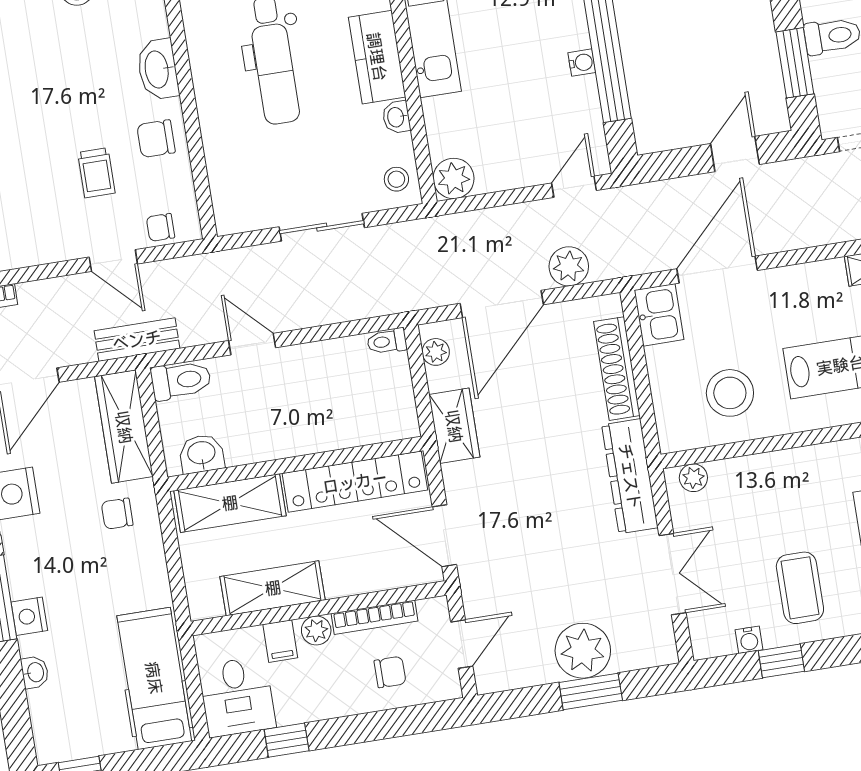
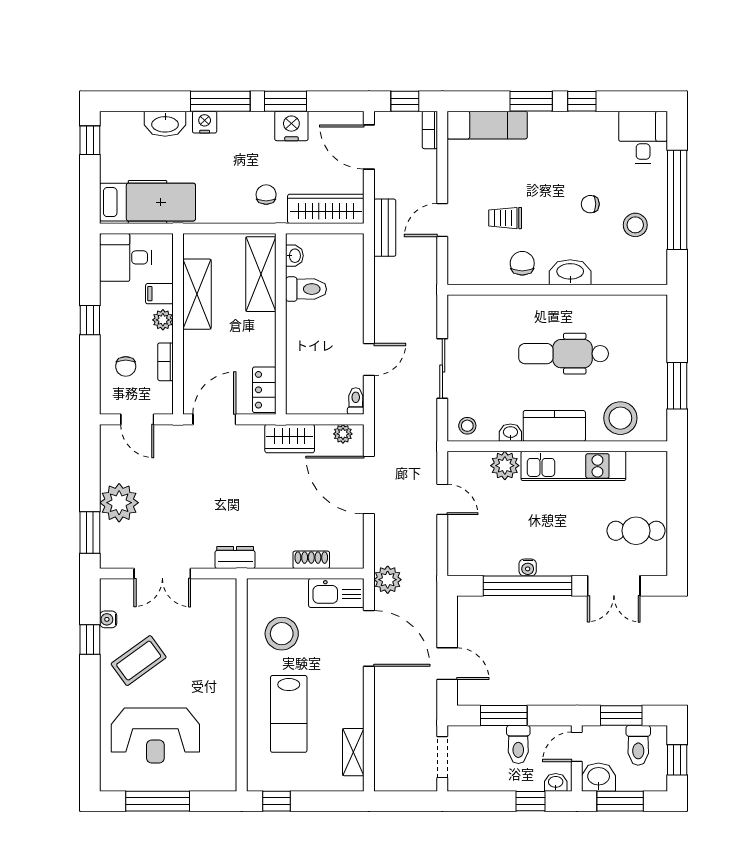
plant: (454, 178) -> (505, 466), moved
door: (574, 187) -> (442, 499), moved
chair: (161, 227) -> (590, 204), moved, turned -90
plant: (569, 266) -> (388, 580), moved
kitchen sink: (659, 315) -> (336, 593), width x1.38
door: (252, 344) -> (369, 359), moved
shoe rack: (617, 369) -> (311, 560), width x0.51, depth x0.81
toilet: (181, 380) -> (306, 289), moved, turned -90
washbasin: (202, 454) -> (294, 256), width x0.72, depth x0.69
dresser: (630, 476) -> (235, 557), width x0.51, depth x0.80
plant: (693, 478) -> (227, 599), removed
locker: (355, 482) -> (264, 390), width x0.46, depth x0.83
coffee table: (800, 588) -> (139, 661), turned -36
bookcase: (375, 617) -> (165, 362), width x0.64
washbasin: (35, 672) -> (165, 124), width x1.91, depth x1.45
window: (591, 691) -> (90, 533), moved
window: (287, 740) -> (90, 320), moved

